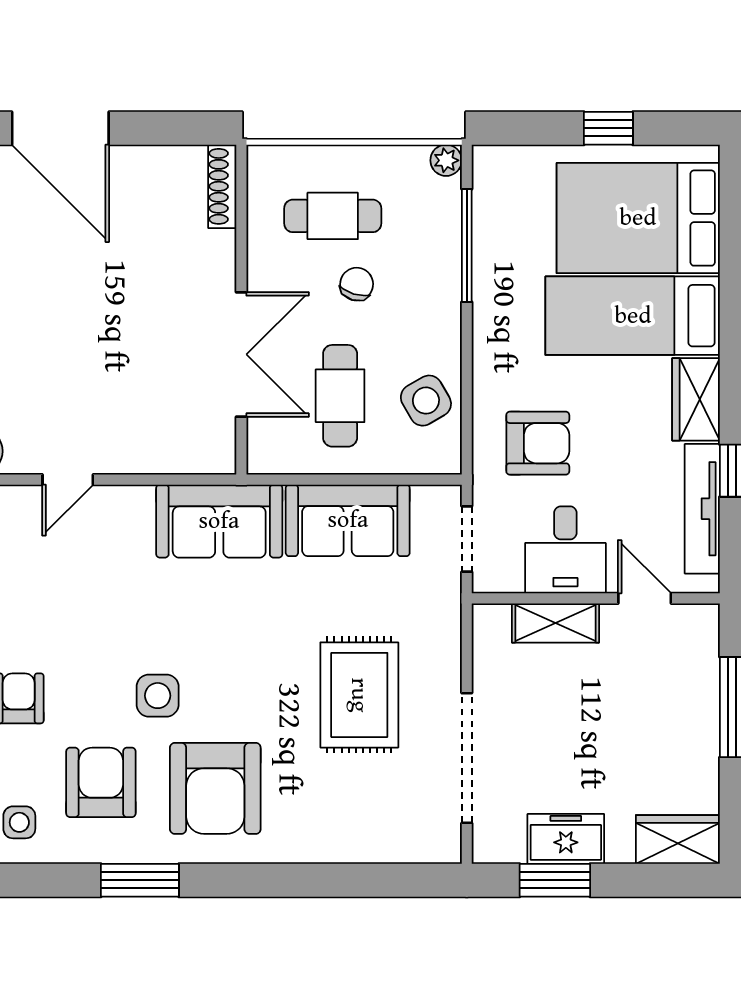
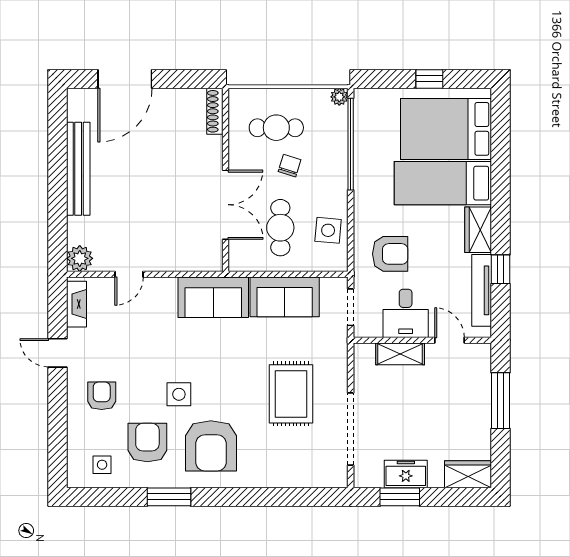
door: (60, 128) -> (125, 79), hinge flipped
window: (467, 245) -> (351, 144), width x1.46
side table: (426, 401) -> (328, 230), turned 35

